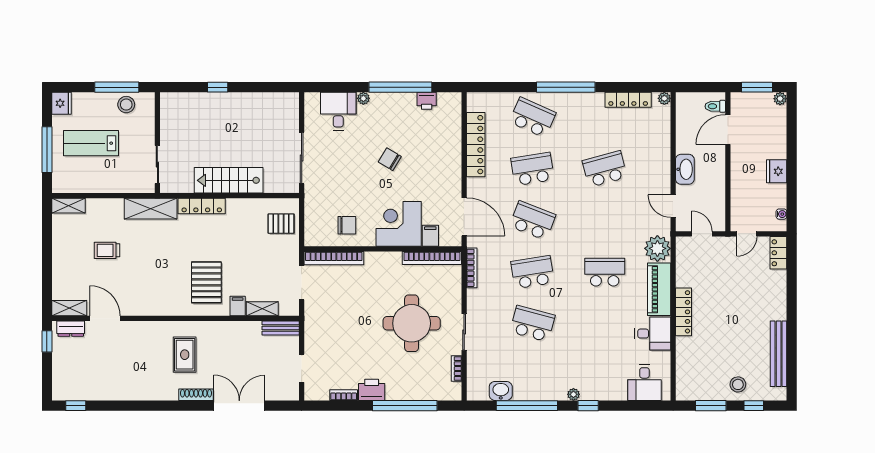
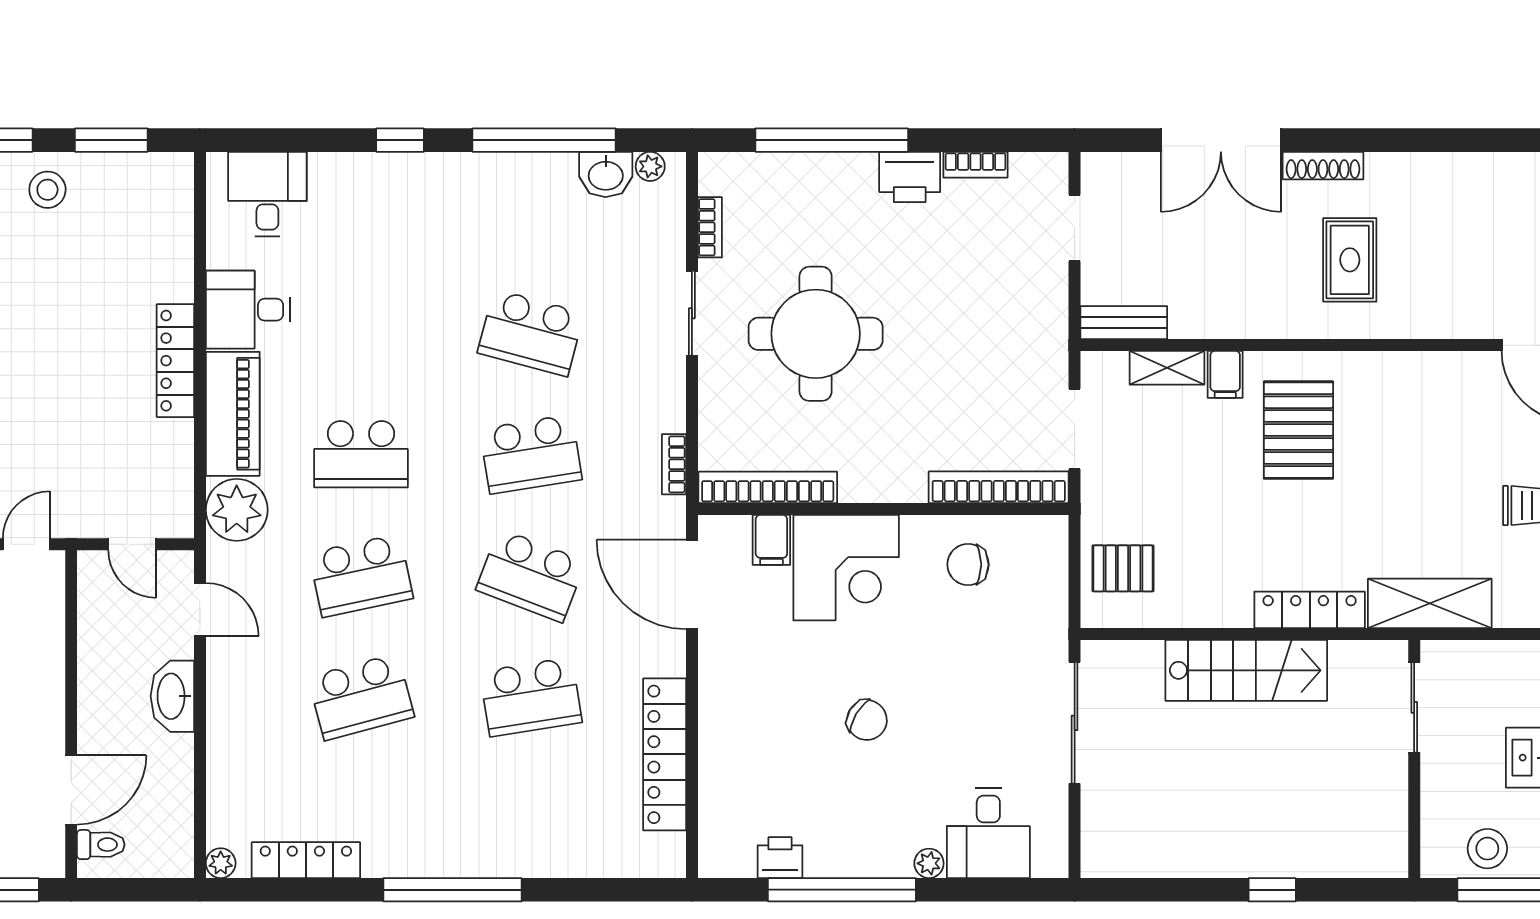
school desk: (533, 117) -> (361, 576), moved, turned -36
bookcase: (472, 268) -> (674, 464), width x0.64
plant: (573, 394) -> (650, 166), moved

